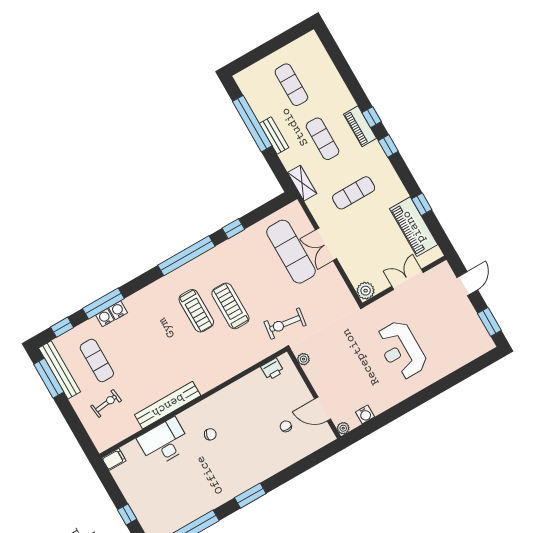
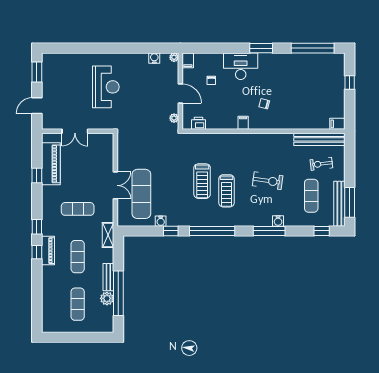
plant: (366, 291) -> (107, 298), moved
window: (103, 303) -> (269, 231), moved
treadmill: (196, 311) -> (226, 191), turned 180
water cooler: (105, 318) -> (161, 221), moved
exercise bike: (285, 324) -> (268, 181), moved
filing cabinet: (222, 399) -> (243, 123), added
bench: (168, 405) -> (319, 139), moved
door: (323, 409) -> (180, 94), moved
filing cabinet: (326, 434) -> (188, 60), added
desk: (164, 442) -> (241, 66), moved, turned 180

